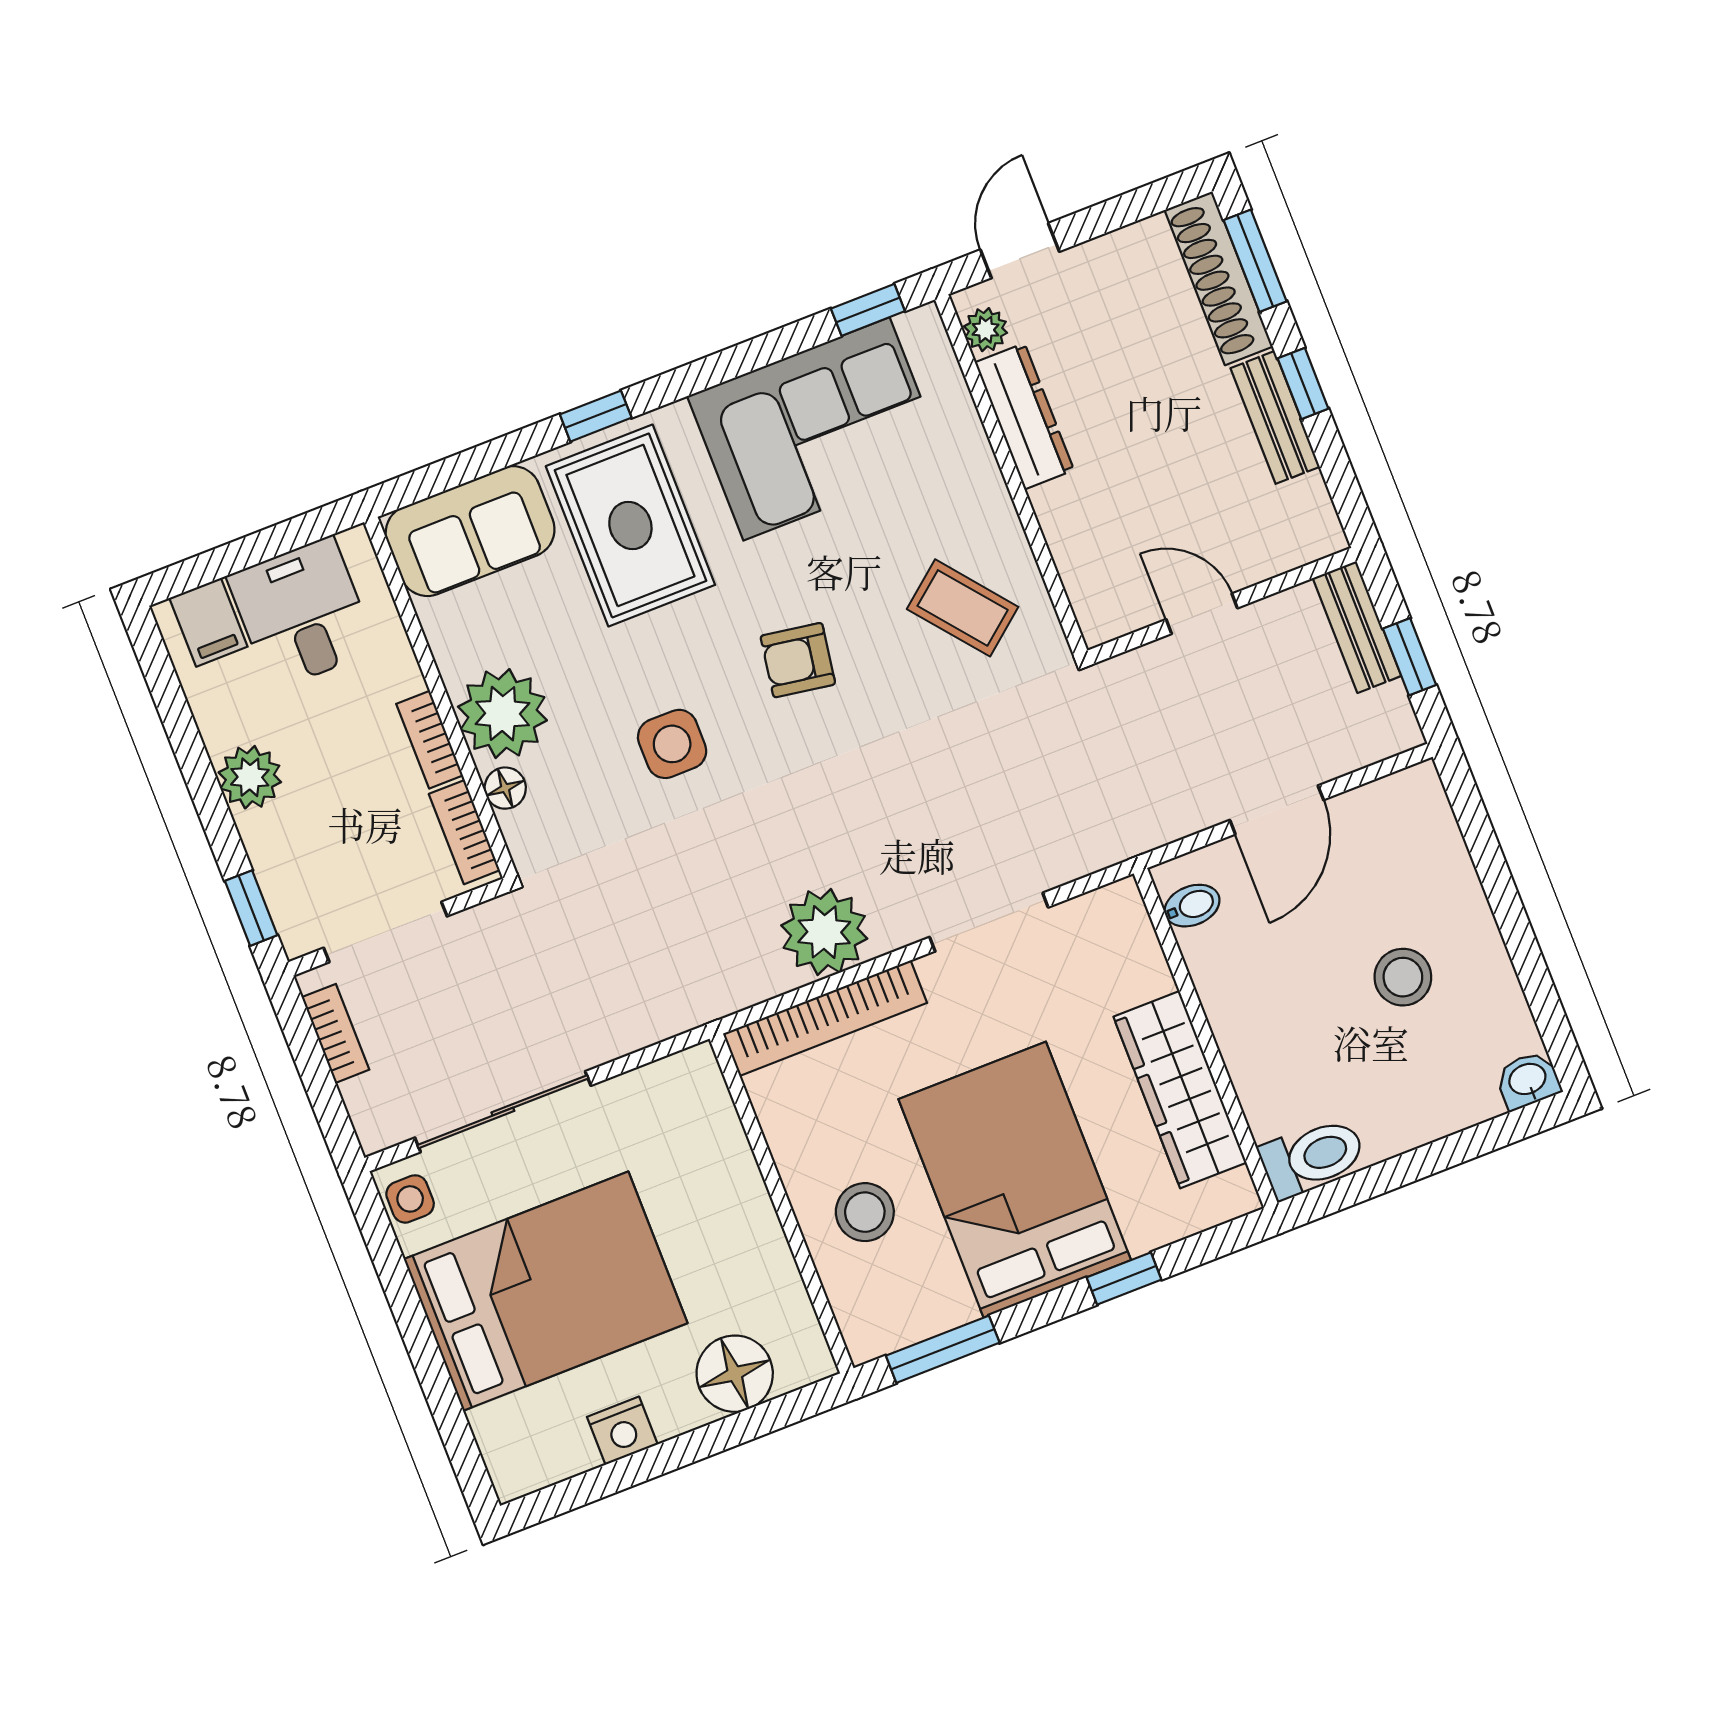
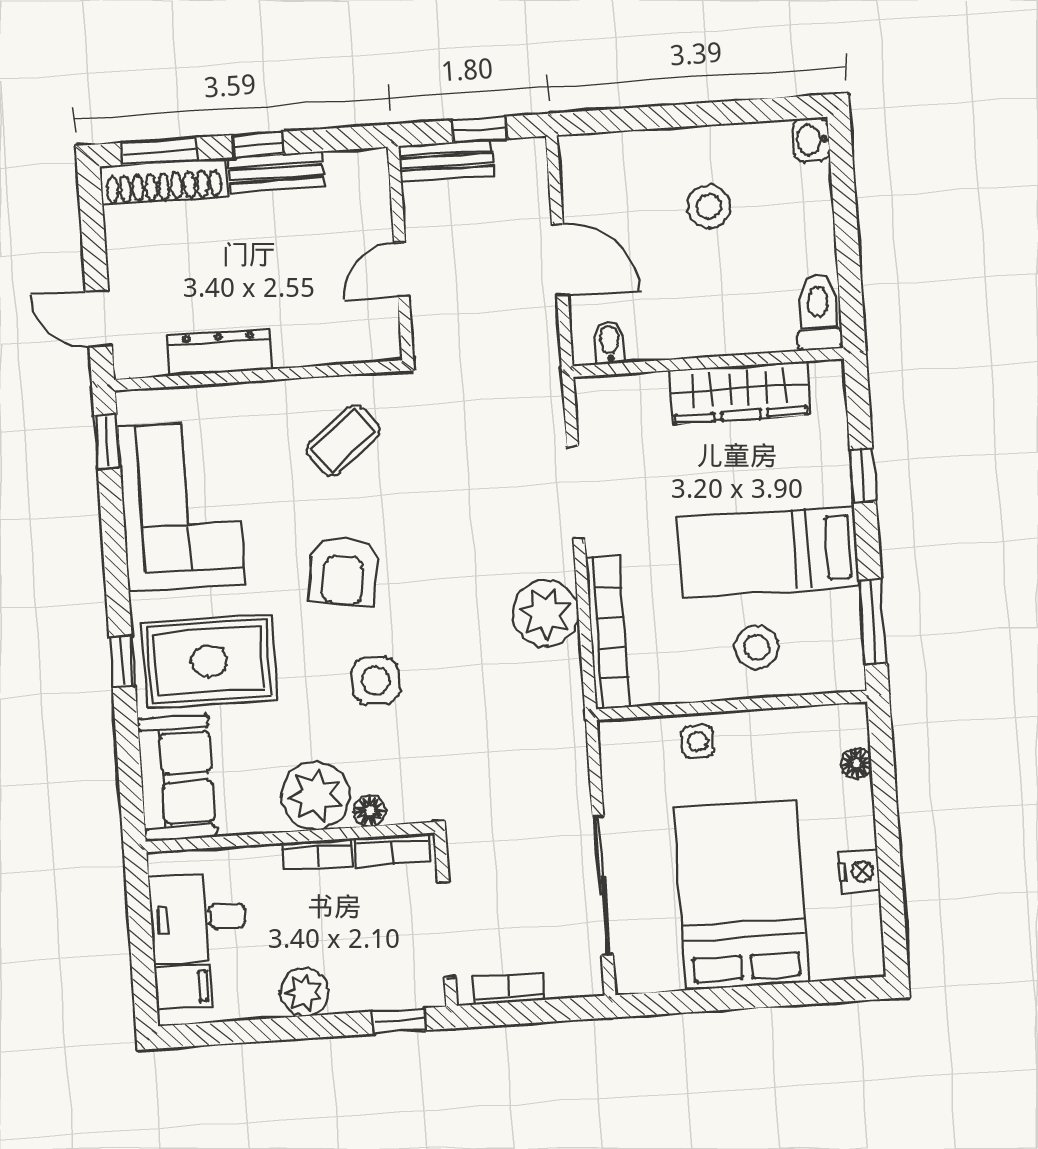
plant: (986, 330) -> (148, 361), removed
armchair: (798, 660) -> (344, 571), width x1.38, depth x1.38
bed: (1015, 1180) -> (768, 552), width x0.67
side table: (410, 1199) -> (698, 742), moved
floor lamp: (735, 1374) -> (856, 763), width x0.53, depth x0.53

